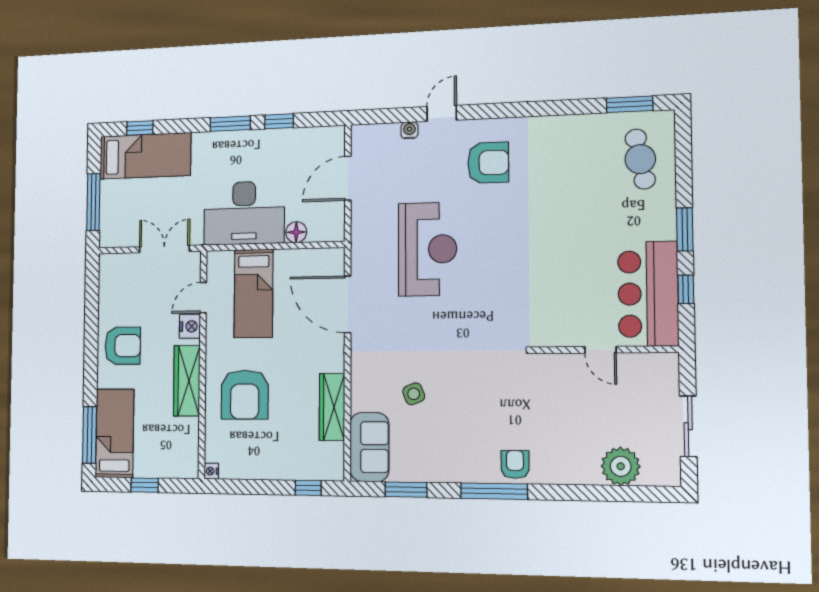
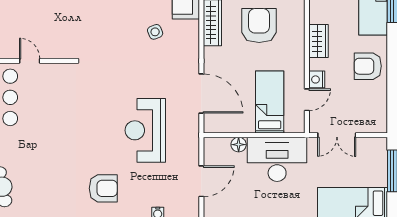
armchair: (488, 163) -> (103, 188), turned 180
wardrobe: (187, 381) -> (319, 41), width x0.67
armchair: (245, 395) -> (259, 26), moved

